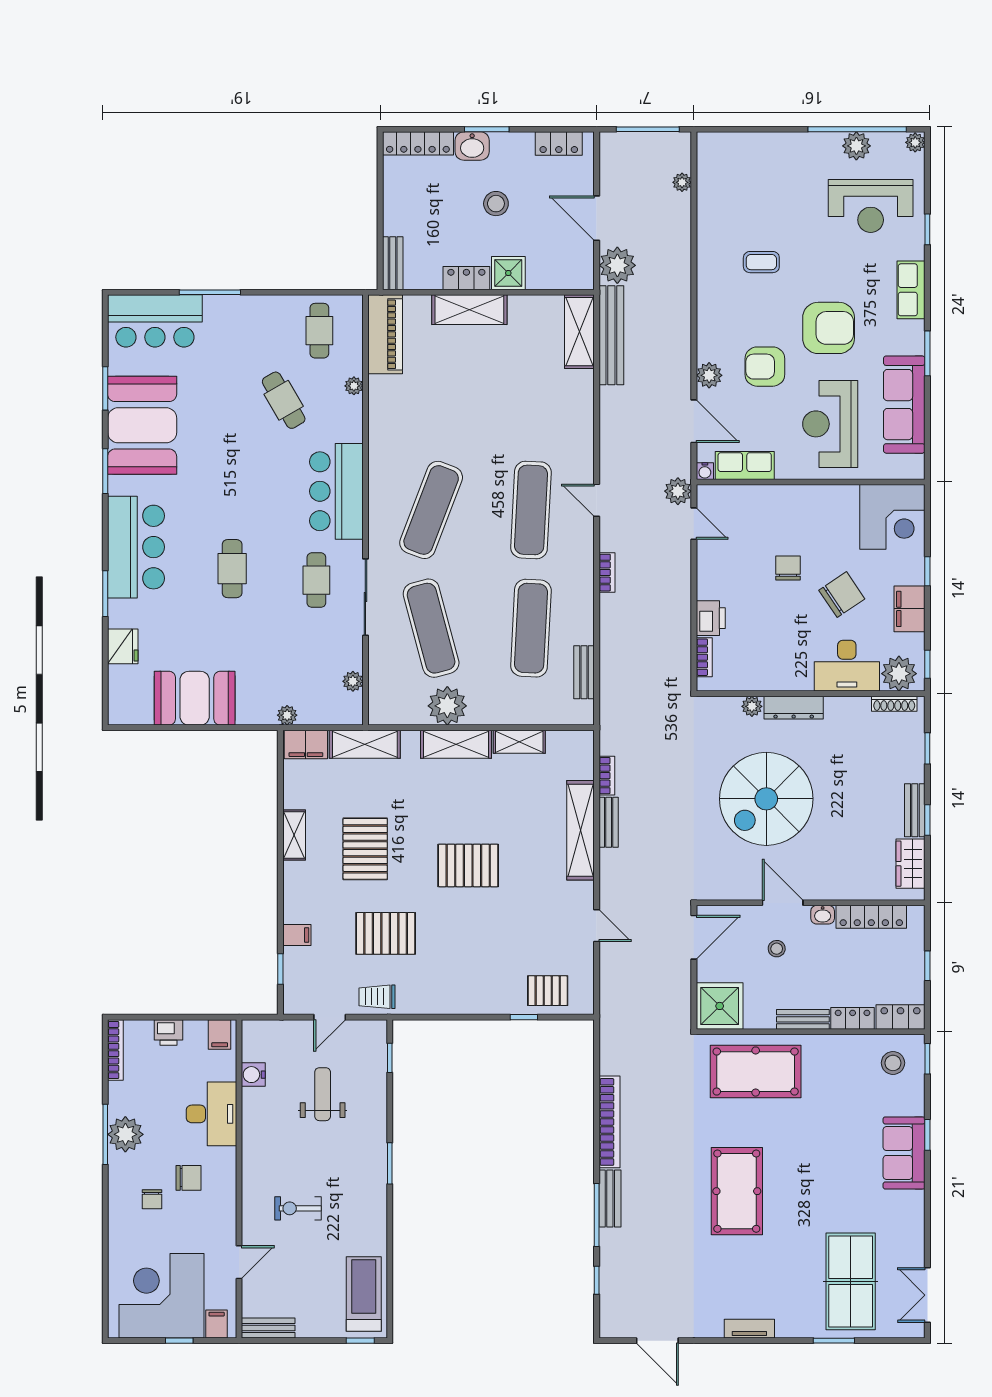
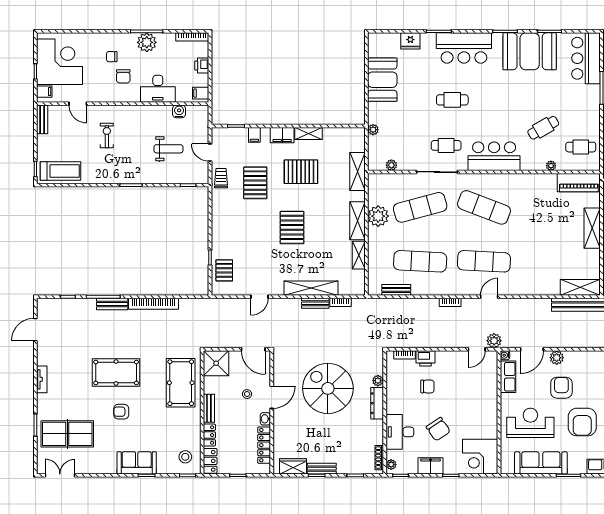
chair: (788, 568) -> (427, 386), moved
plant: (899, 674) -> (391, 465), width x0.53, depth x0.53
filing cabinet: (306, 744) -> (282, 135), moved, turned -90
armchair: (809, 1182) -> (121, 412), added

